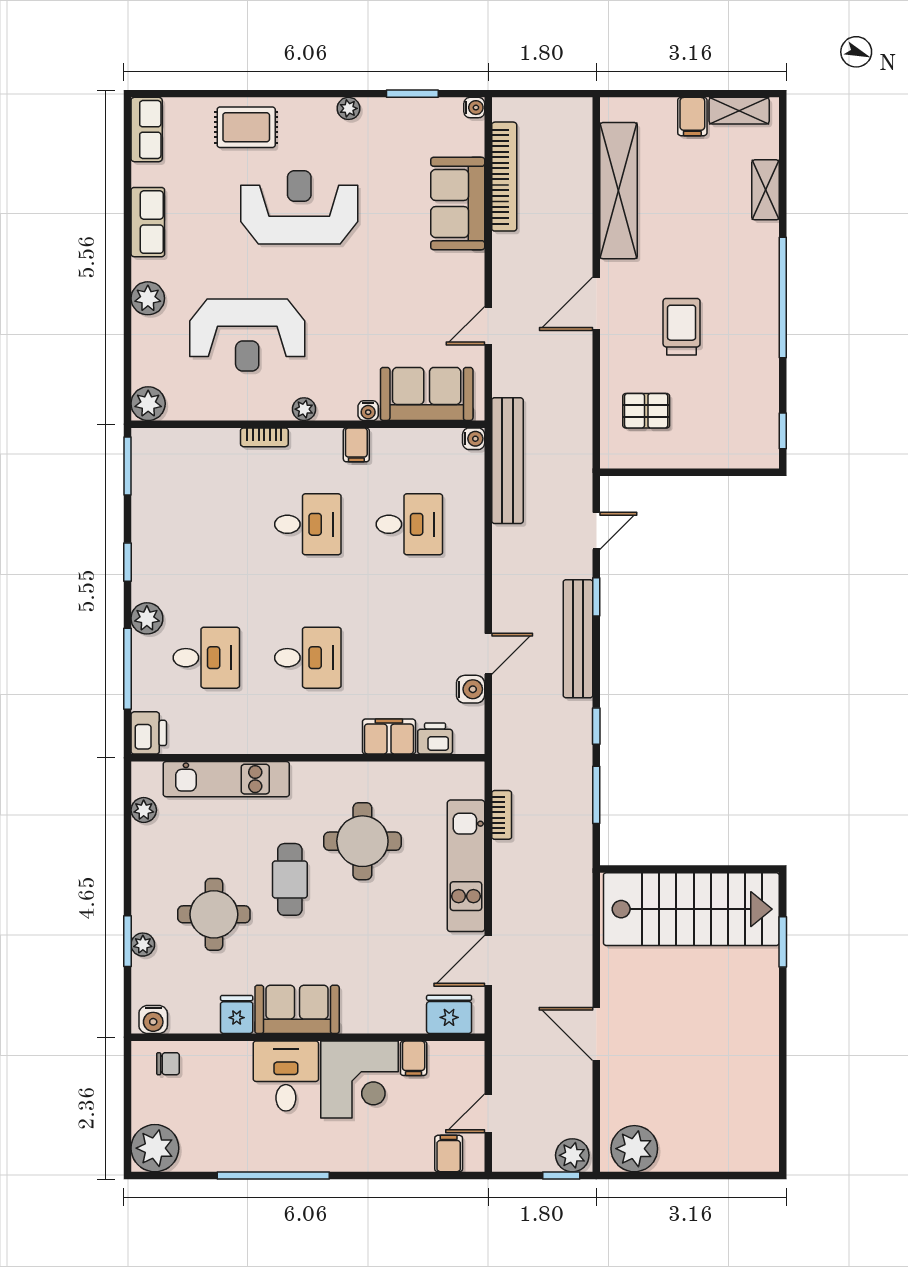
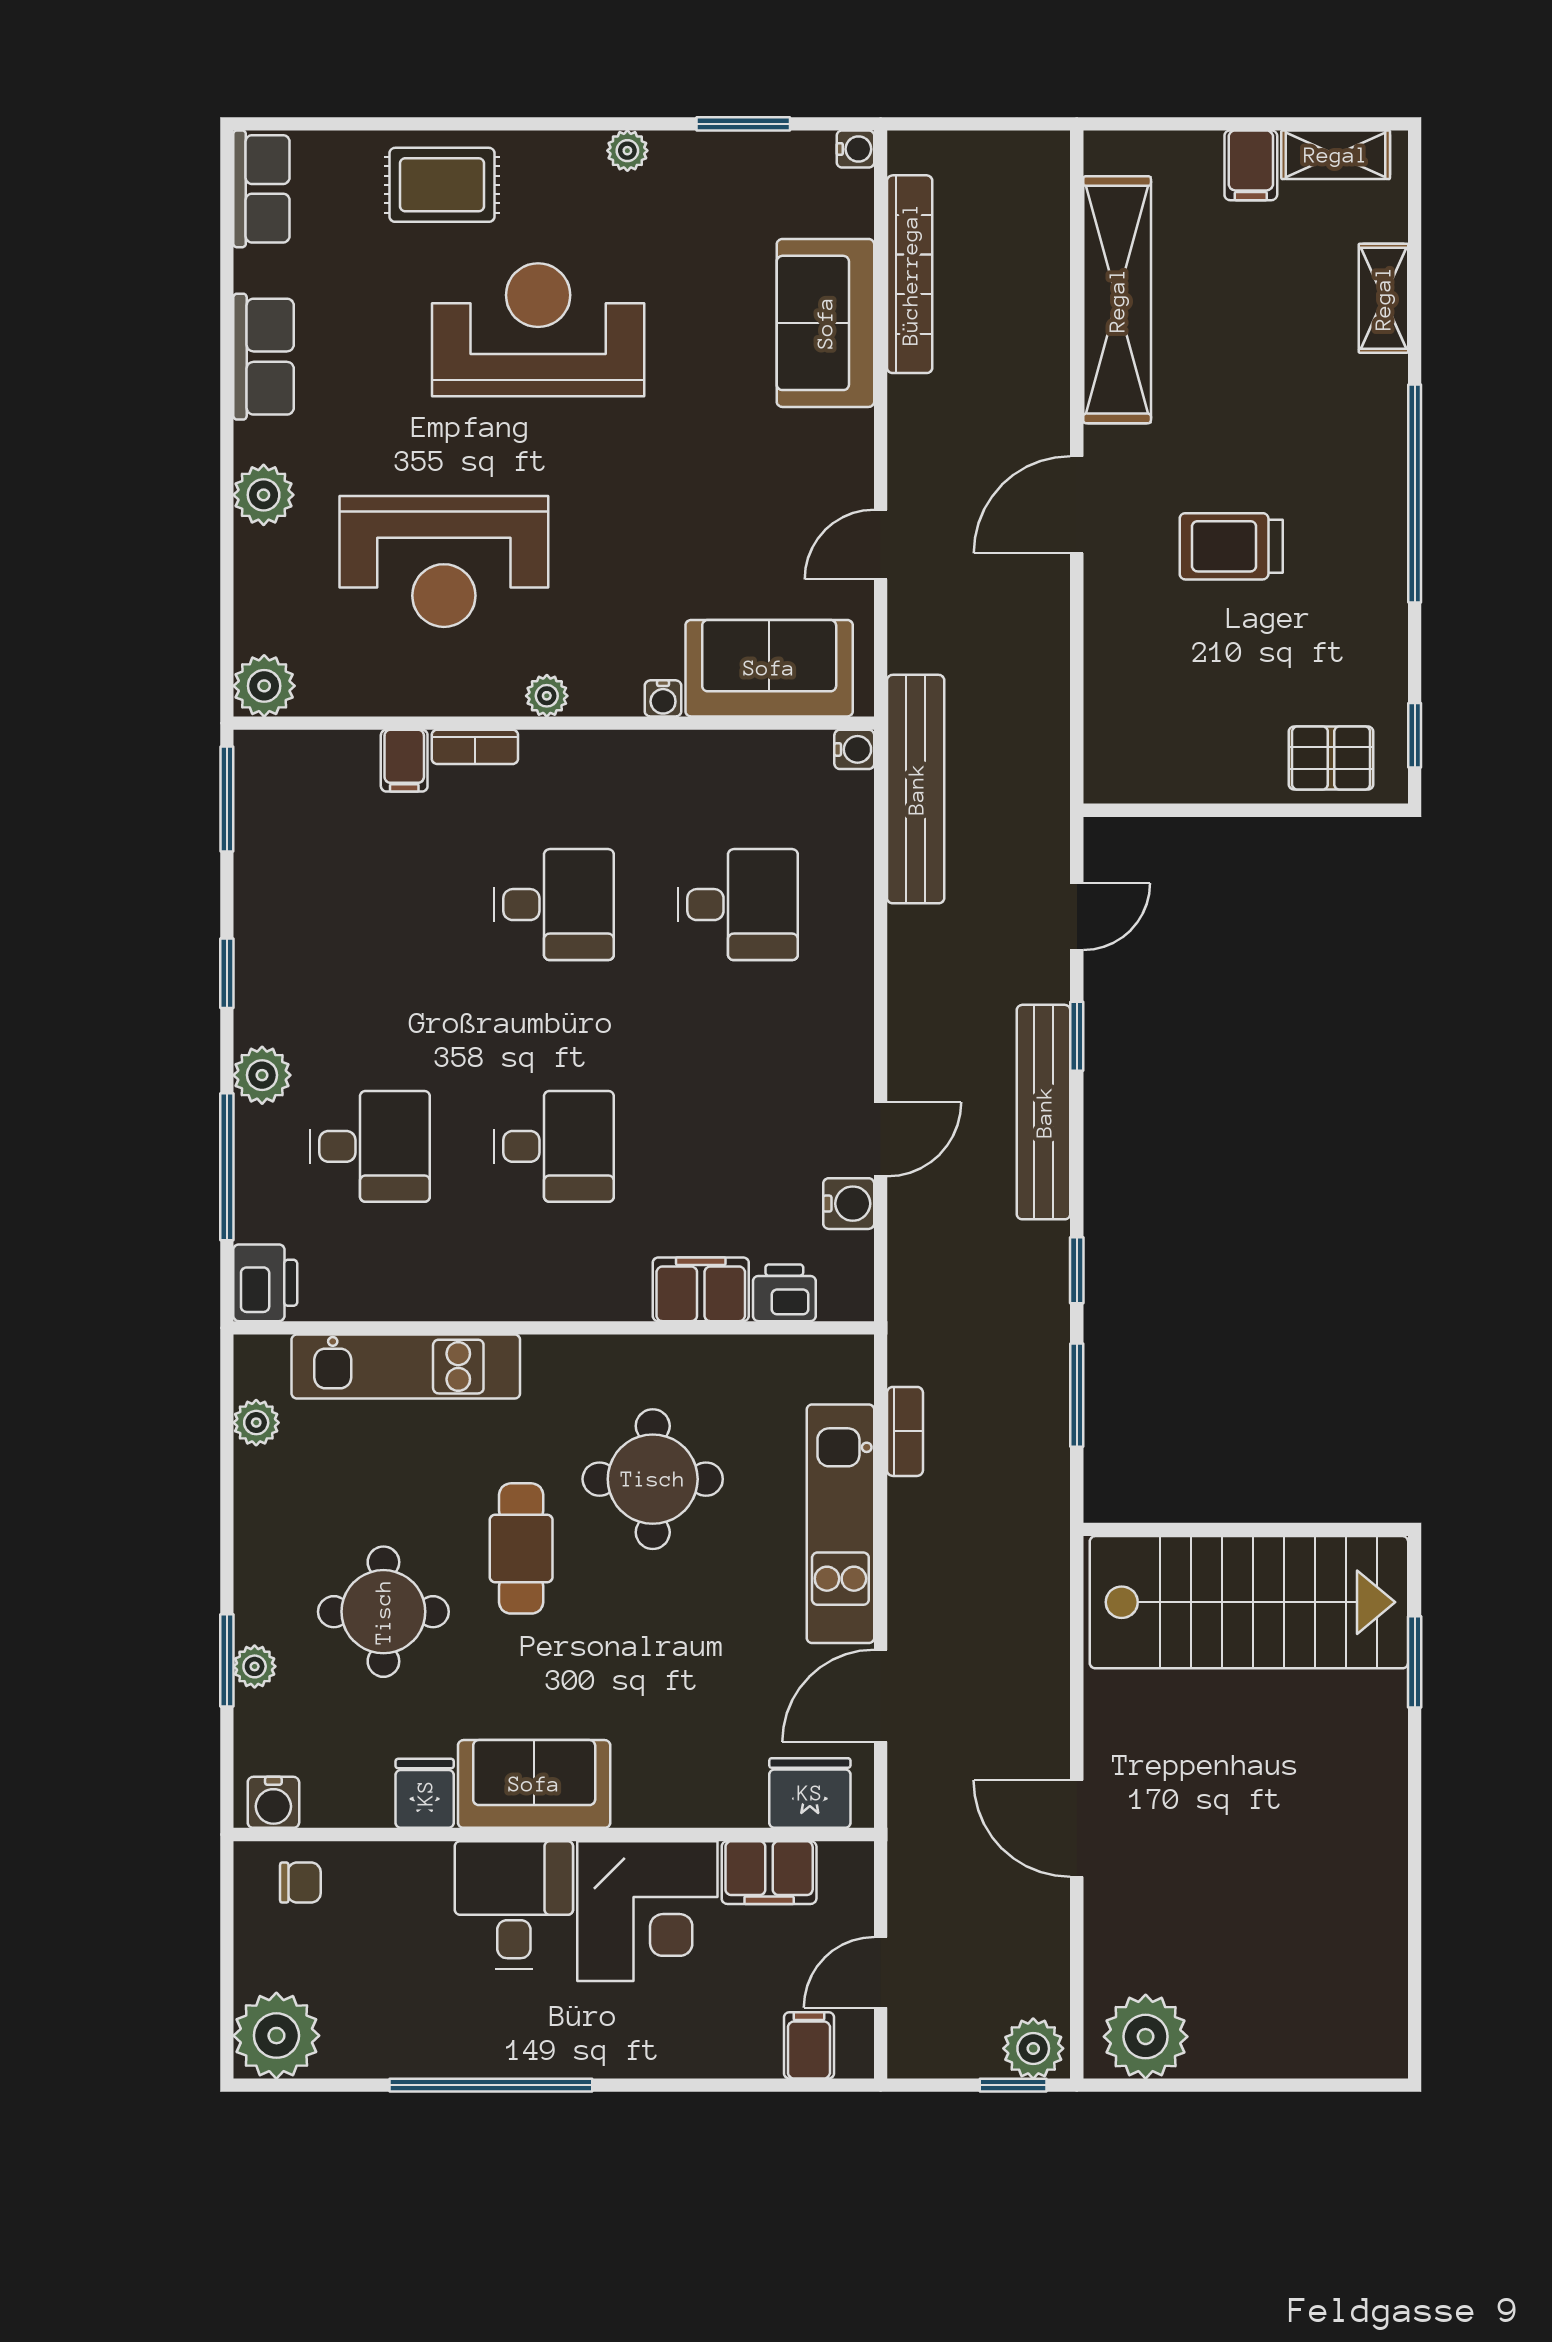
trolley: (682, 327) -> (1231, 546), turned -90
pallet: (646, 411) -> (1331, 758), moved
filing cabinet: (356, 445) -> (404, 761), moved
filing cabinet: (414, 1058) -> (769, 1873), width x2.00

